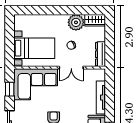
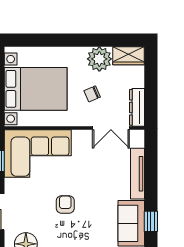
bed with nightstands: (34, 48) -> (36, 89), width x1.36
double door: (71, 68) -> (111, 128), moved

